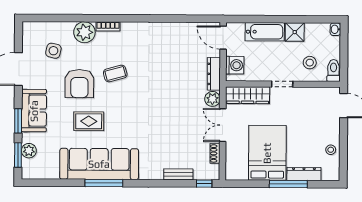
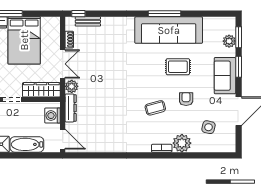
armchair: (79, 84) -> (186, 99), width x0.53, depth x0.53
bench: (178, 174) -> (88, 21), moved

